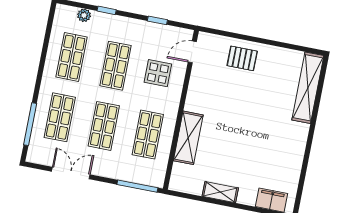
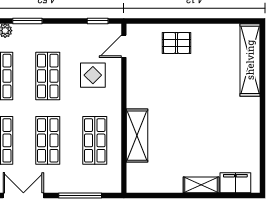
window: (107, 10) -> (27, 21), width x1.50
window: (157, 20) -> (98, 21), moved
window: (137, 186) -> (80, 195), moved
shelving: (220, 192) -> (201, 185), moved

